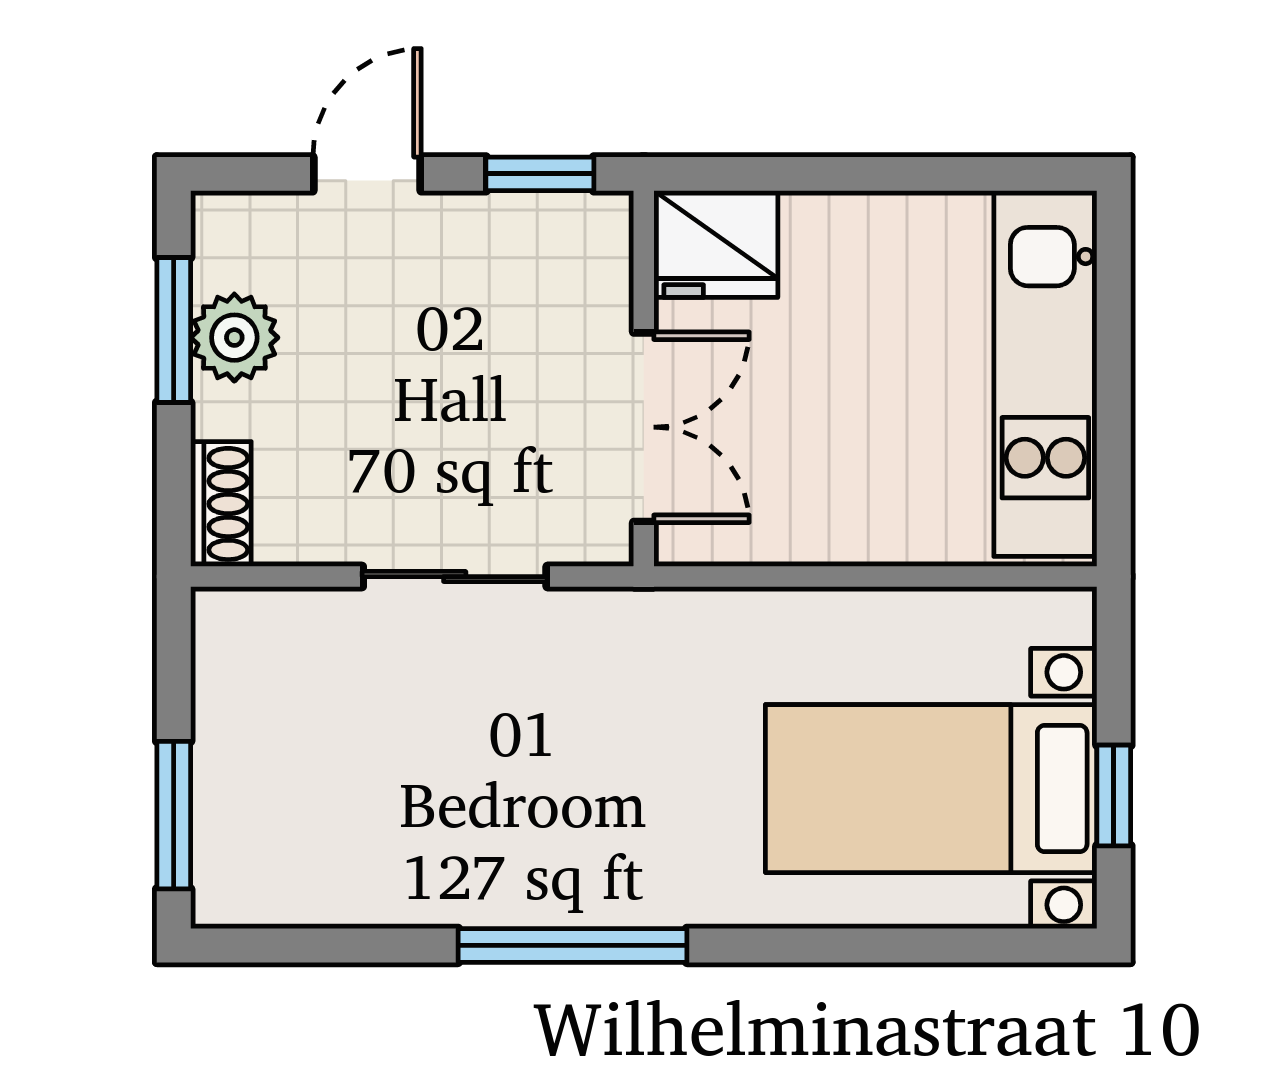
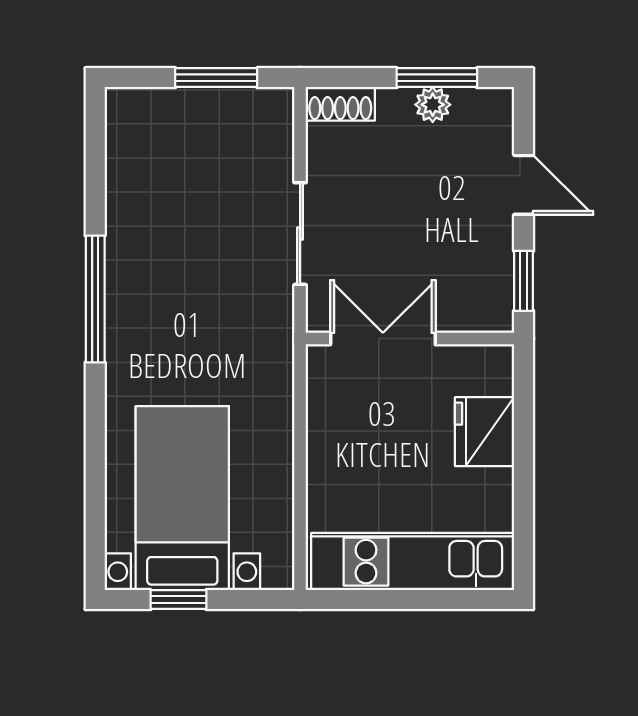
fridge: (716, 244) -> (485, 432), moved
plant: (234, 338) -> (433, 105), width x0.73, depth x0.73
double door: (644, 427) -> (383, 339), swing flipped
window: (174, 815) -> (216, 78), moved

